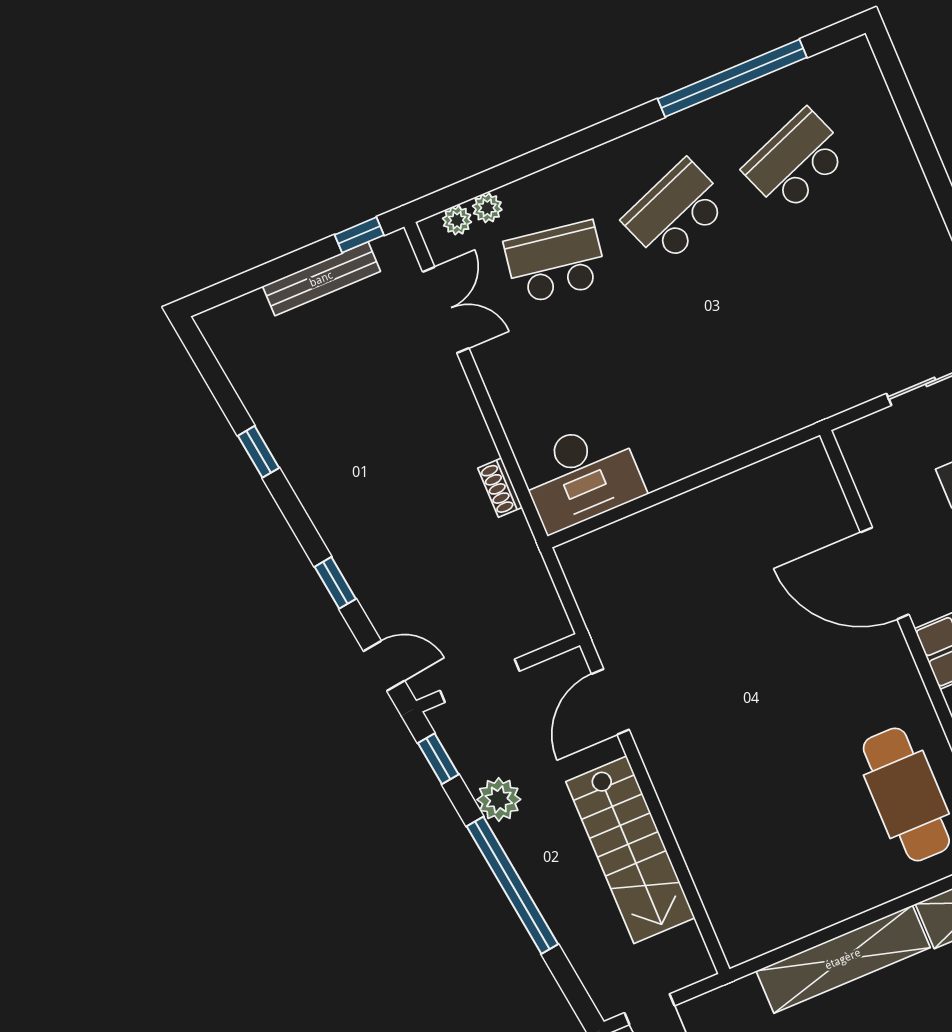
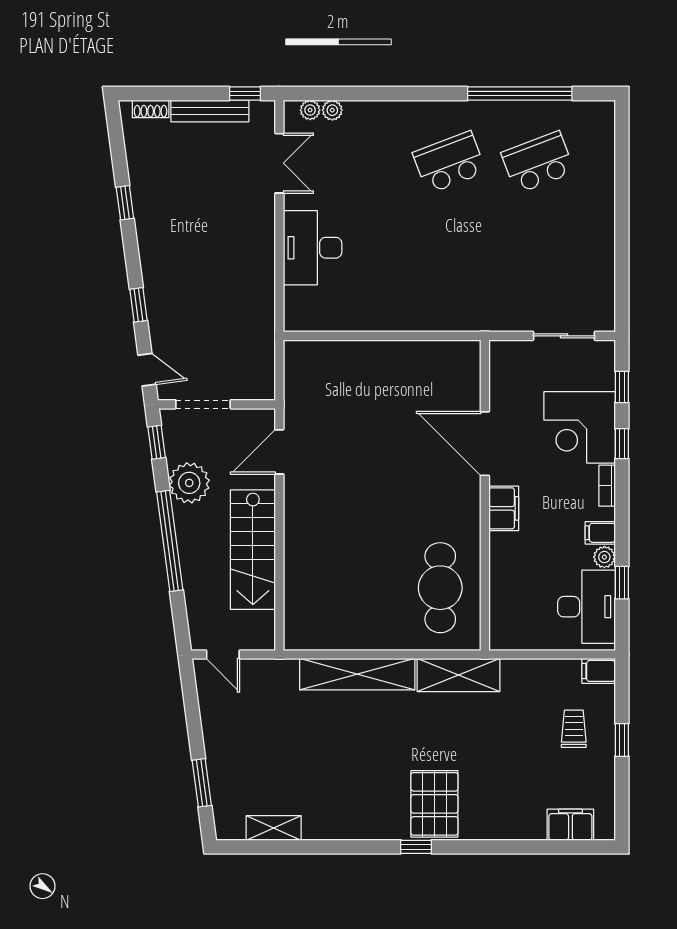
school desk: (556, 262) -> (361, 162), removed
desk: (581, 476) -> (313, 248), moved, turned 90
shoe rack: (500, 488) -> (151, 109), moved, turned -90
plant: (499, 799) -> (189, 483), width x1.36, depth x1.36

